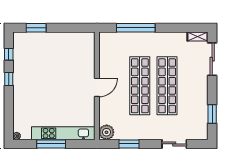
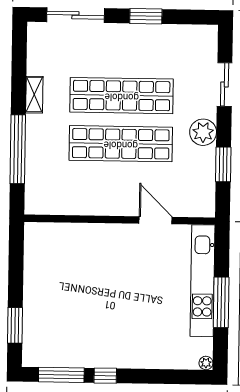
shelving: (198, 37) -> (34, 95), moved
window: (9, 54) -> (61, 375), width x2.17
door: (97, 87) -> (155, 220), moved
window: (212, 114) -> (146, 16), moved
plant: (107, 132) -> (203, 132), moved

